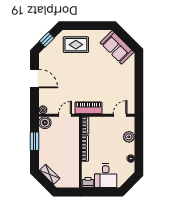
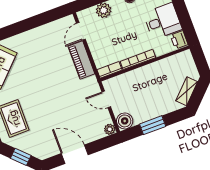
door: (35, 78) -> (75, 154), hinge flipped
piano: (88, 108) -> (81, 60), moved
door: (120, 115) -> (81, 31), hinge flipped

